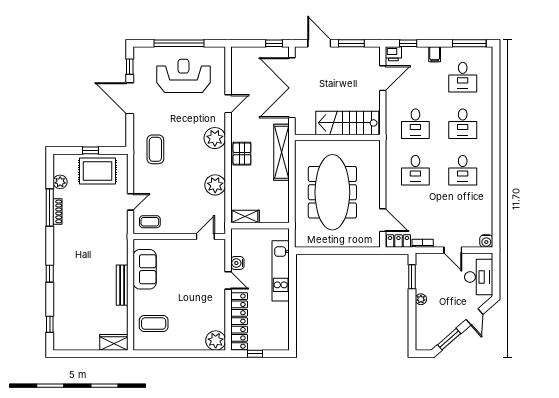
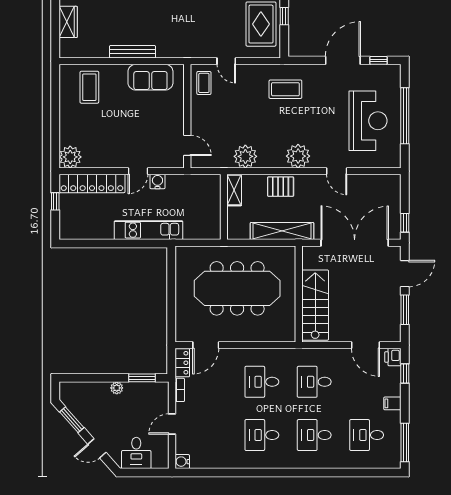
shelving: (245, 217) -> (234, 190), moved
wall: (260, 226) -> (224, 207), moved
desk: (479, 277) -> (136, 453), width x0.73
wardrobe: (114, 342) -> (68, 22), moved

